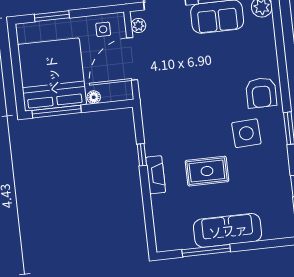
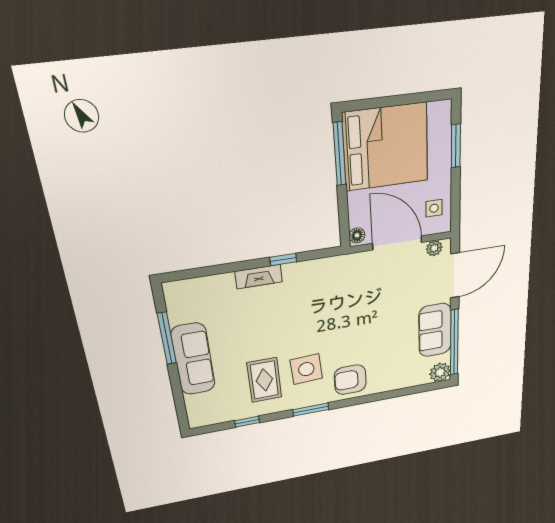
floor lamp: (94, 97) -> (357, 235), moved
rug: (207, 171) -> (264, 380), moved

